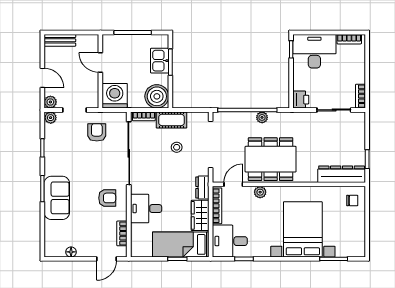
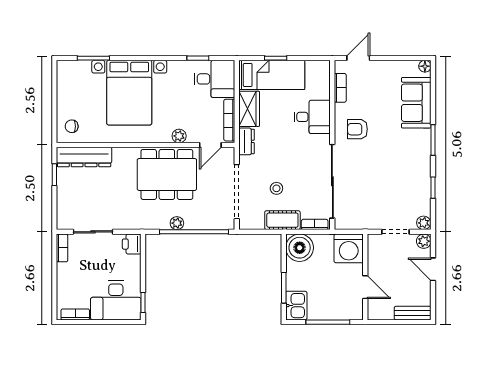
kitchen sink: (160, 61) -> (296, 306), moved
armchair: (97, 132) -> (370, 206), removed
sofa: (57, 198) -> (416, 103), moved
floor lamp: (71, 252) -> (425, 66), moved

